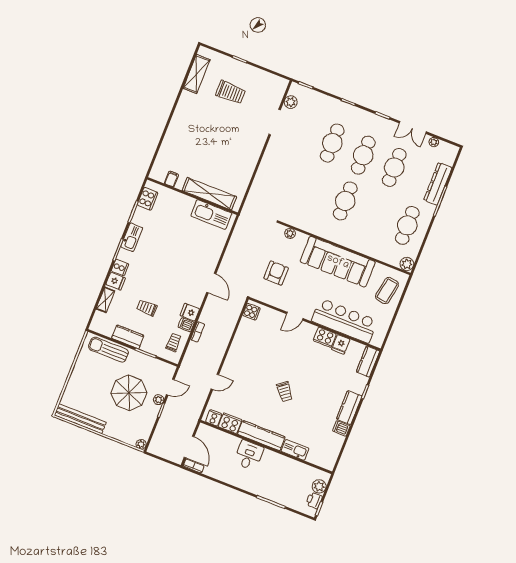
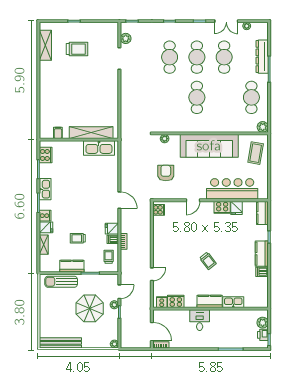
kitchen counter: (261, 436) -> (210, 301), width x0.67

